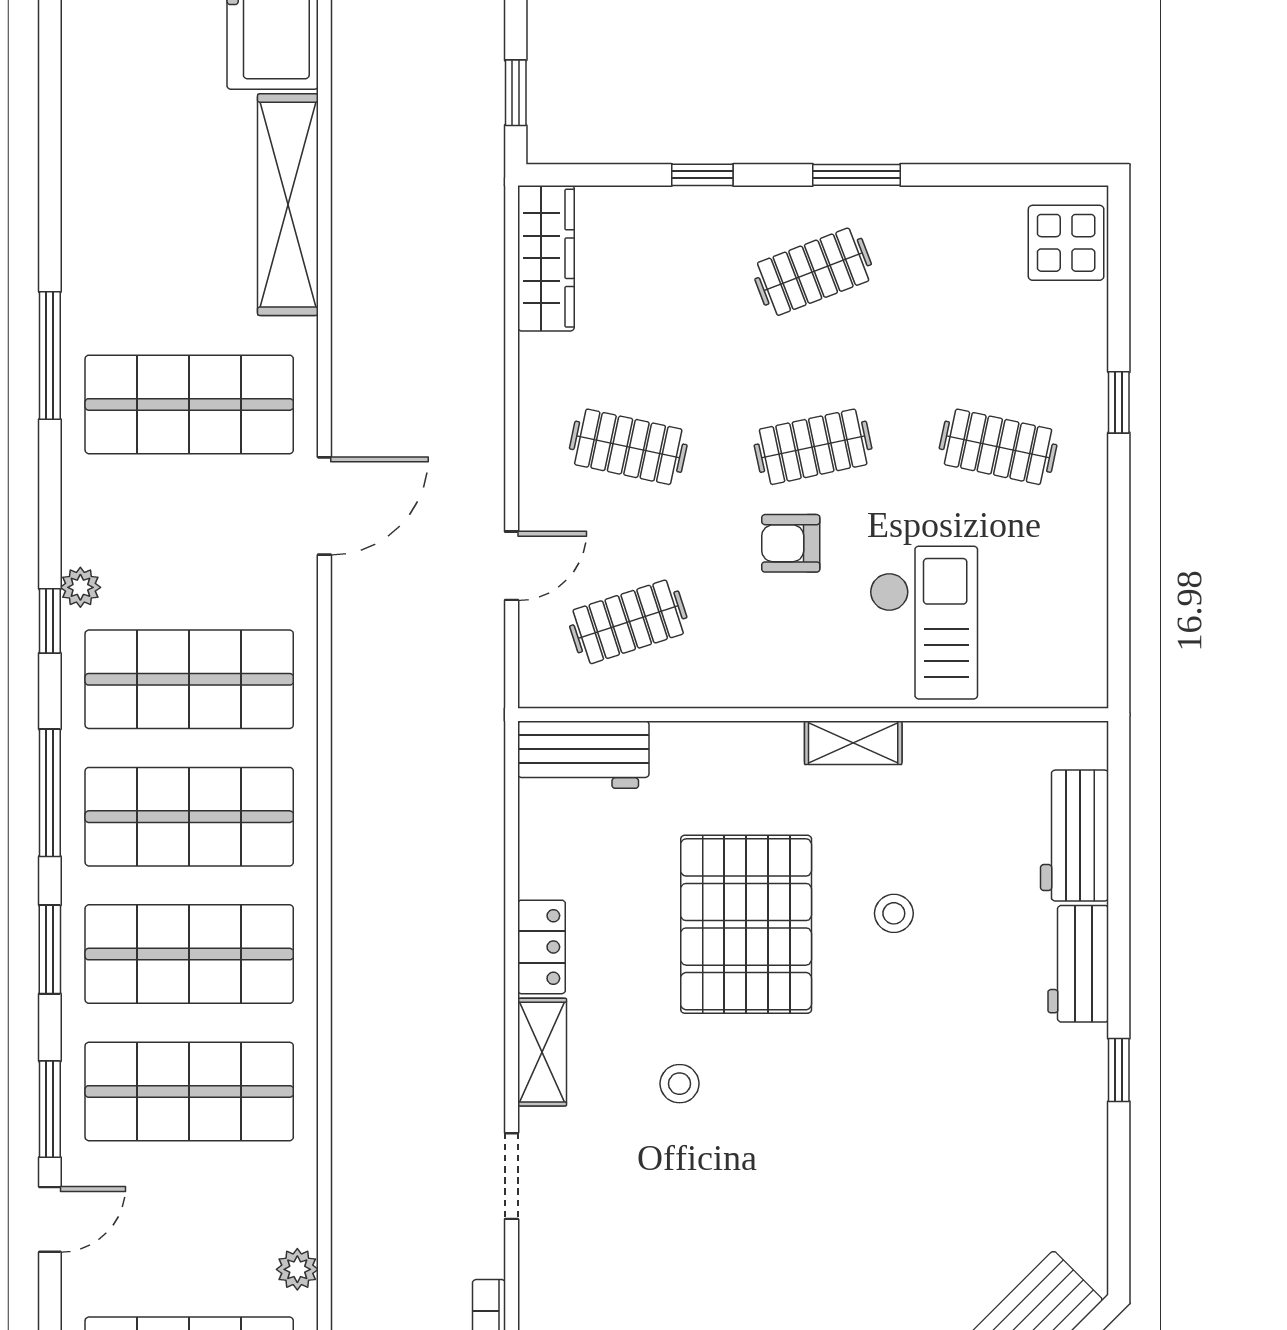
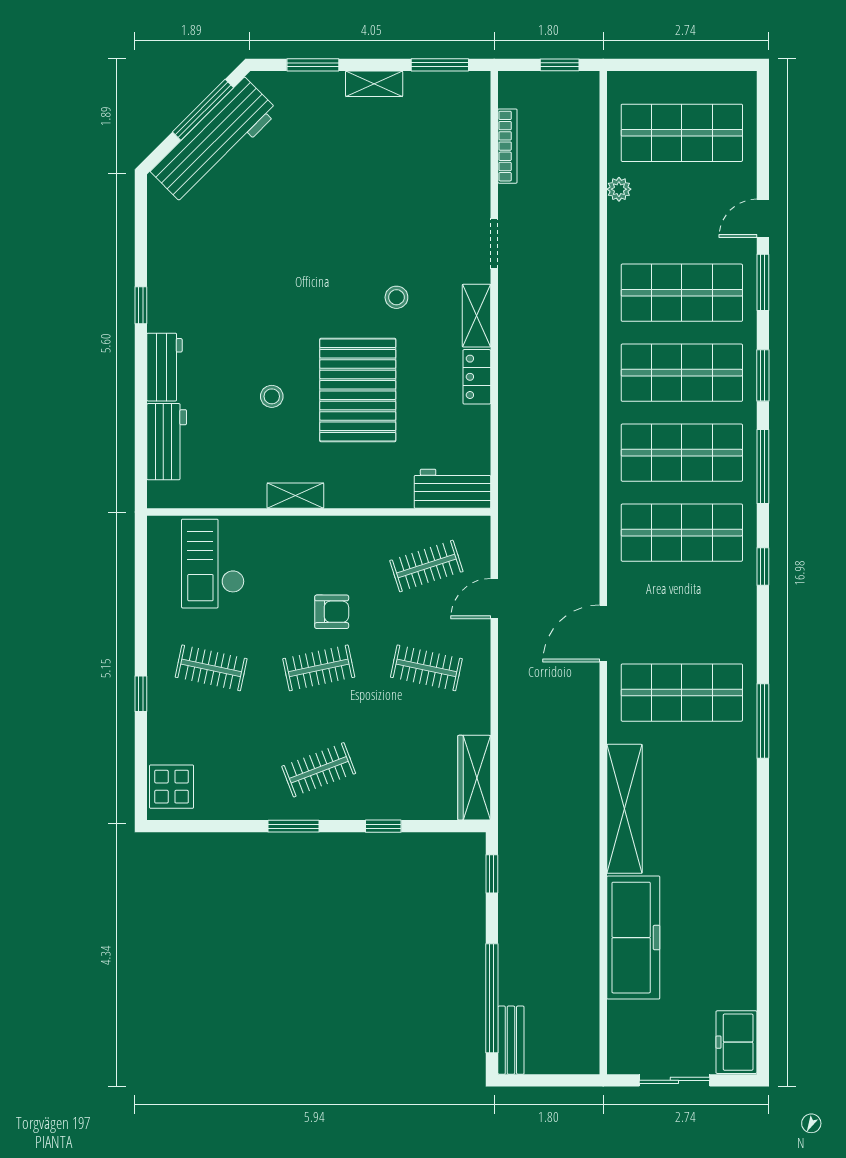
plant: (80, 587) -> (745, 586), removed
checkout: (924, 623) -> (213, 564), moved

